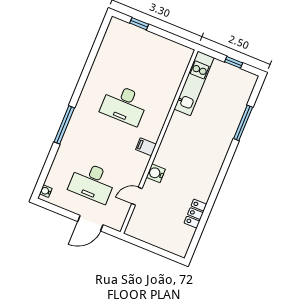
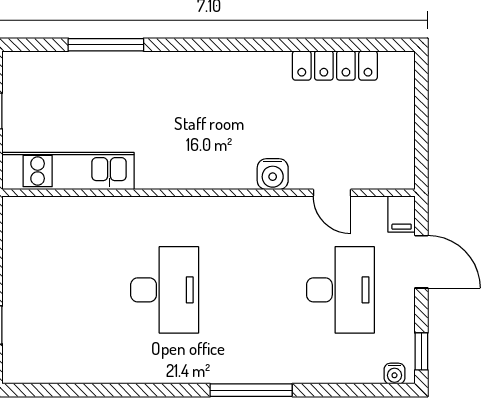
filing cabinet: (146, 147) -> (402, 214), moved
window: (51, 207) -> (421, 351), added
locker: (195, 214) -> (335, 65), width x1.53

